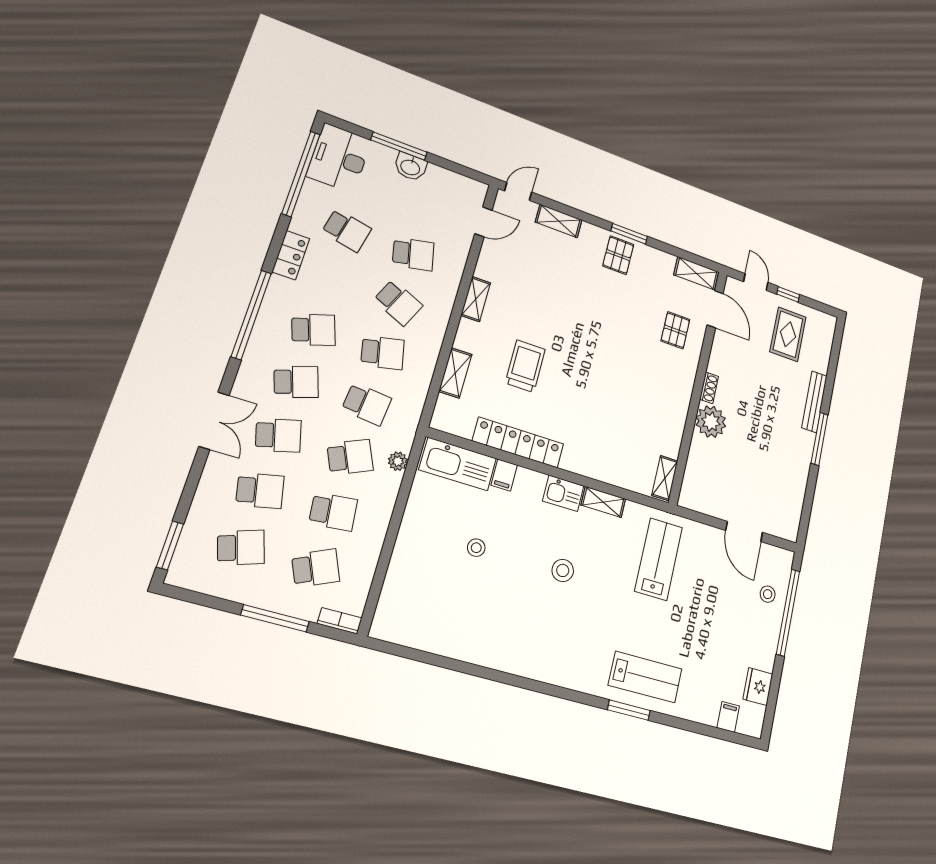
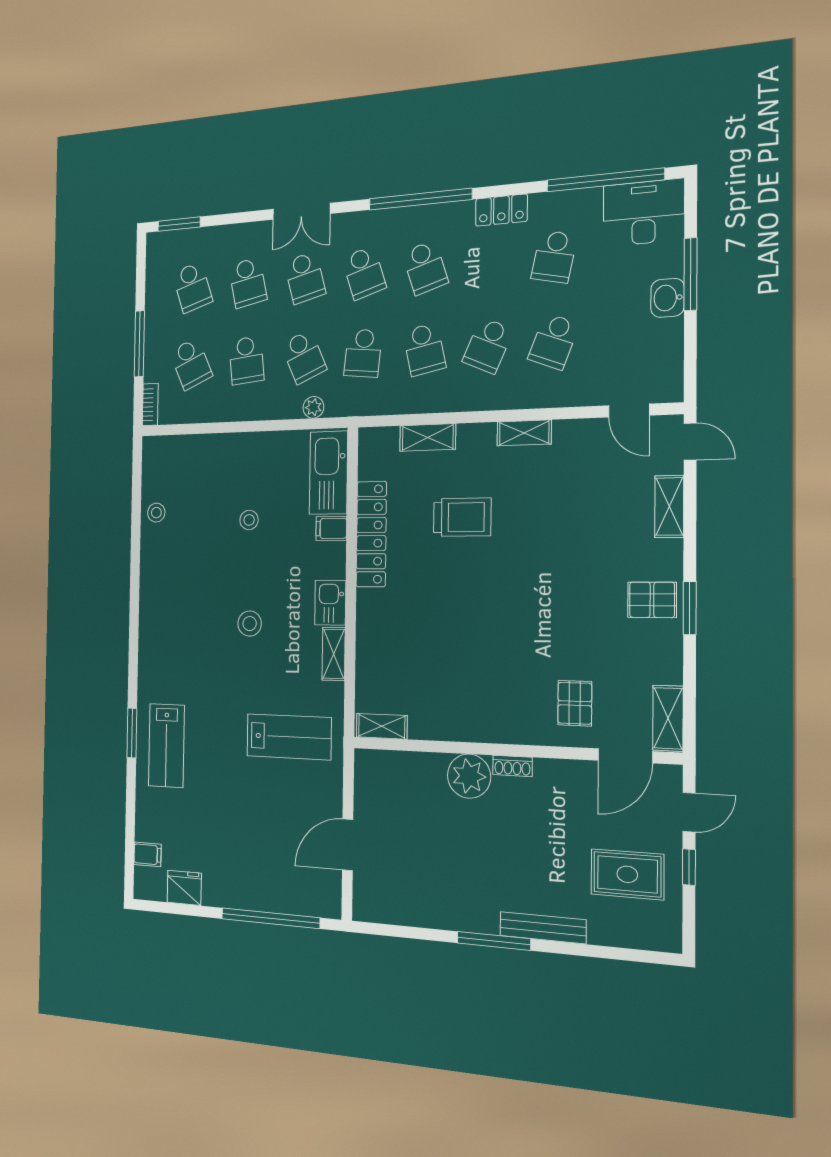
school desk: (413, 254) -> (554, 341), turned 33
pallet: (675, 330) -> (575, 703), turned 90
stool: (768, 594) -> (156, 513), moved

